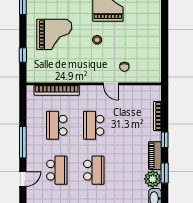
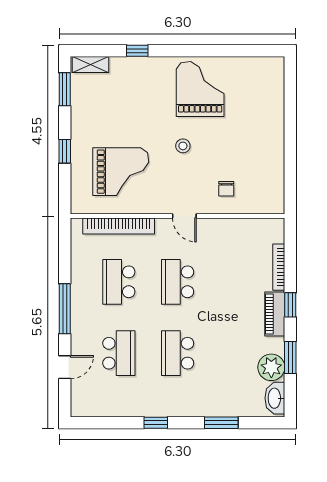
grand piano: (54, 34) -> (121, 172), moved
window: (23, 55) -> (65, 151), moved
door: (111, 84) -> (184, 216), moved
piano: (155, 156) -> (275, 314), moved
school desk: (94, 170) -> (178, 353), turned 180

